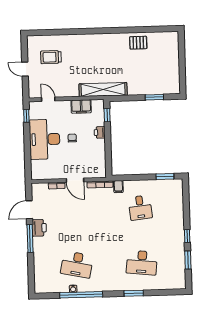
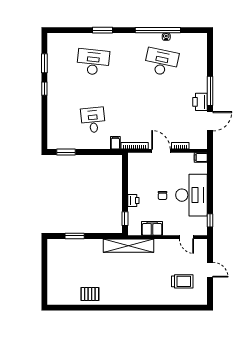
filing cabinet: (37, 175) -> (201, 157), added

